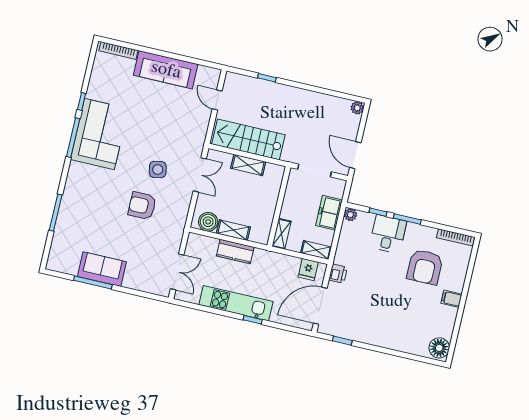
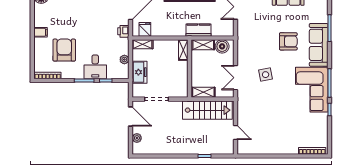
sofa: (166, 70) -> (319, 45), moved, turned -90
plant: (357, 108) -> (137, 138), moved
armchair: (142, 206) -> (288, 41), moved
wall: (279, 206) -> (190, 69), moved
plant: (350, 215) -> (124, 59), moved
shelving: (282, 234) -> (183, 50), moved

